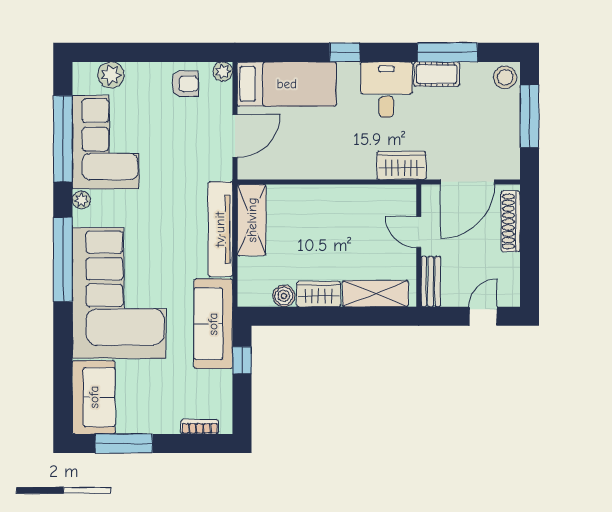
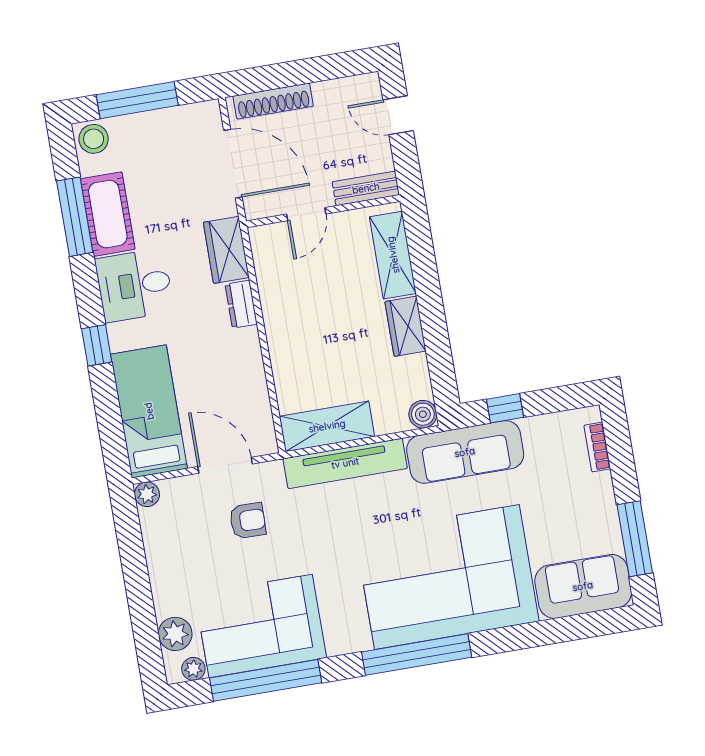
cot: (437, 74) -> (108, 214), width x1.37, depth x1.34
armchair: (185, 84) -> (248, 521), moved, turned 91
dresser: (357, 170) -> (241, 304), added
plant: (81, 200) -> (193, 669), moved
boiler: (284, 296) -> (423, 414), moved

